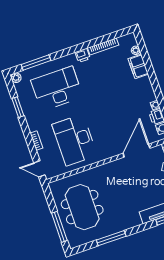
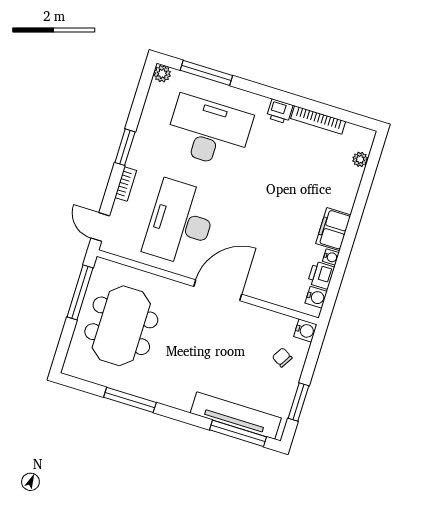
filing cabinet: (138, 66) -> (333, 229), moved
window: (18, 107) -> (125, 147), moved
door: (136, 151) -> (218, 290), moved
window: (59, 227) -> (80, 292), moved

